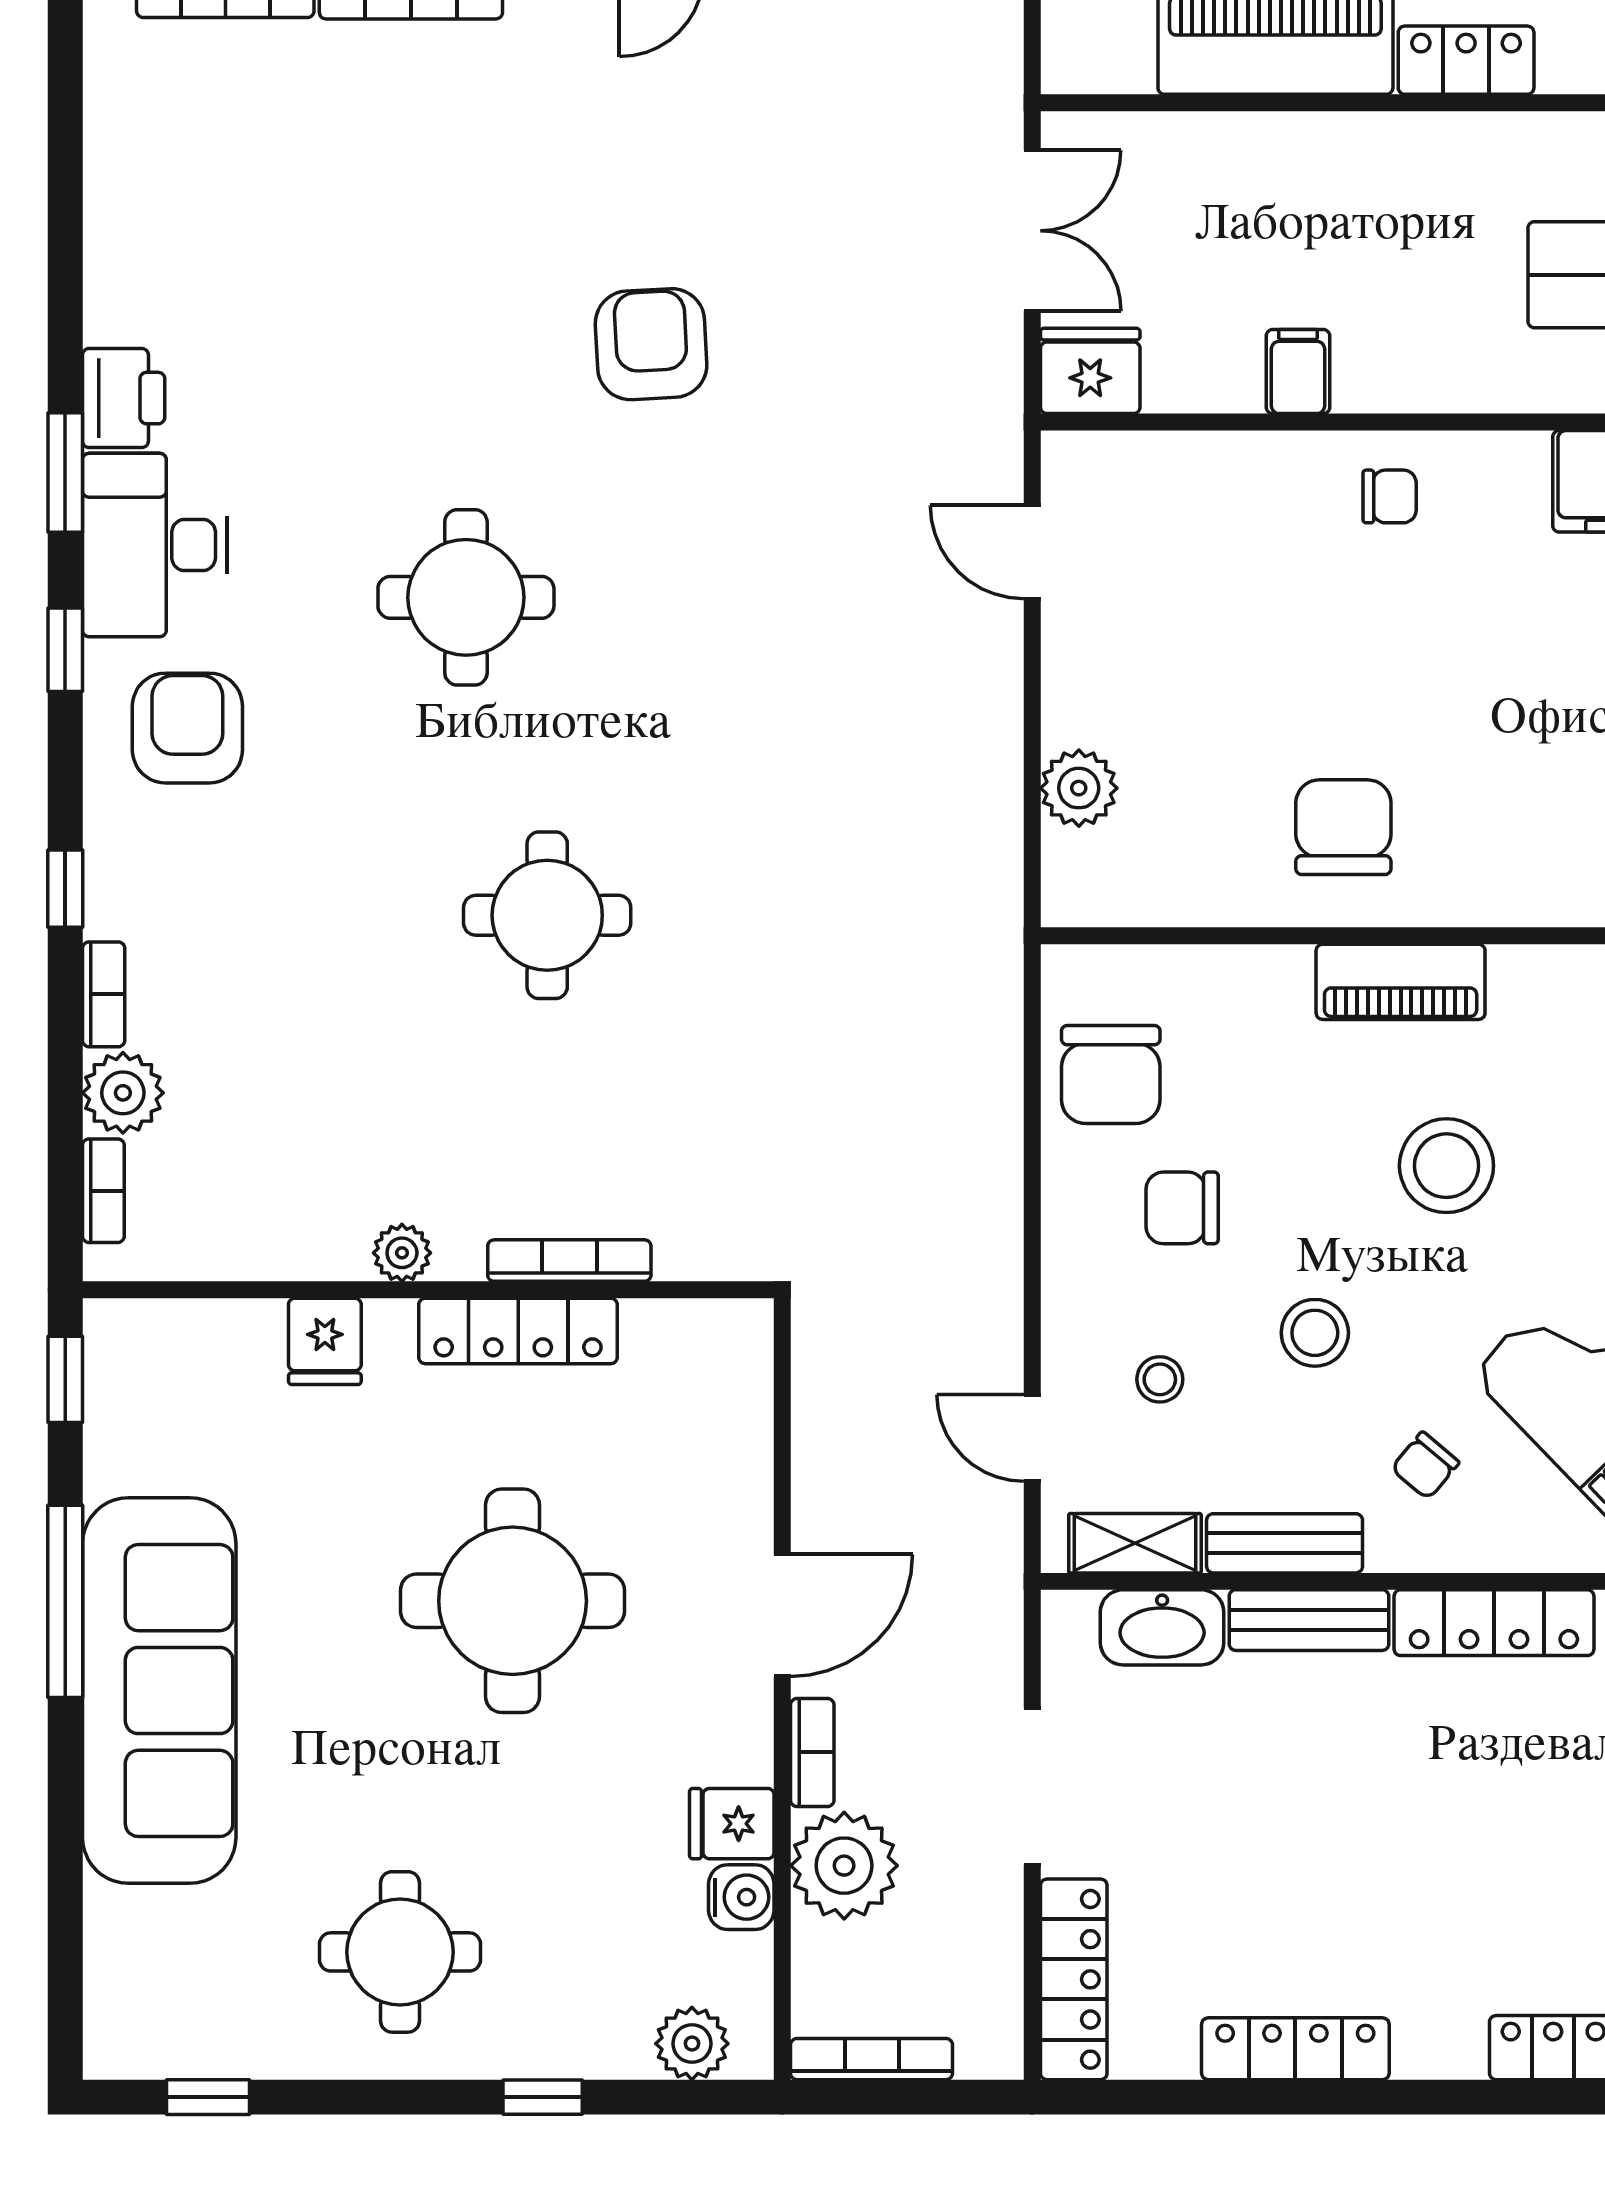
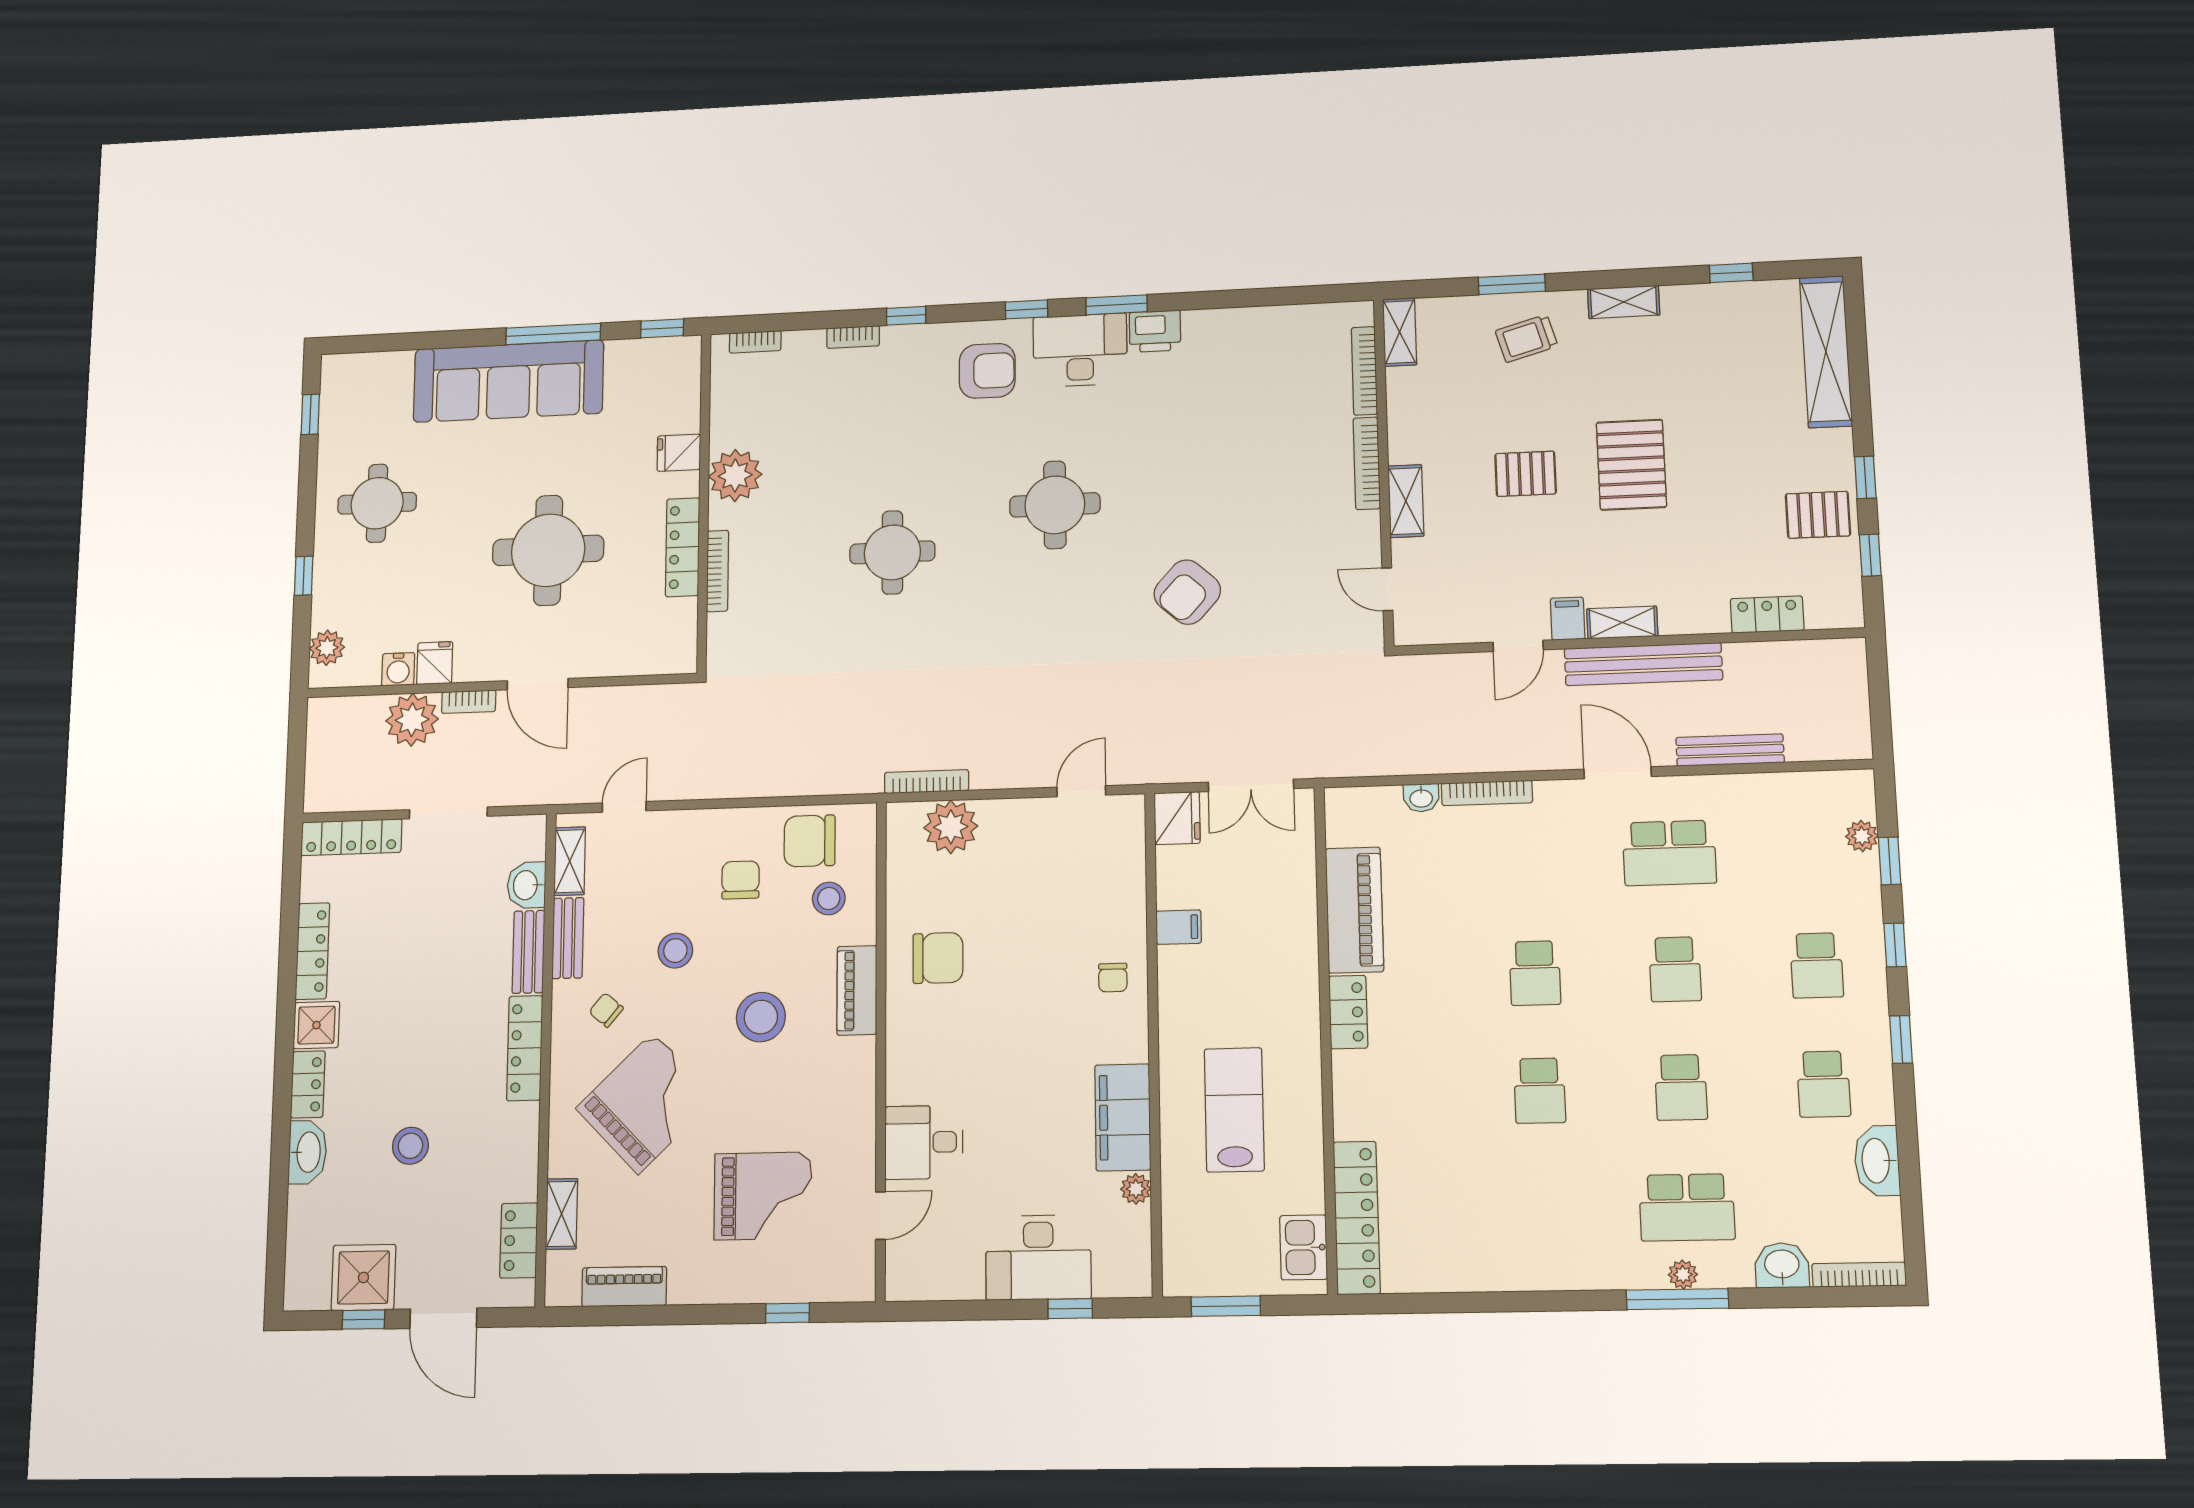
armchair: (651, 344) -> (1187, 592), turned 135
plant: (1079, 788) -> (951, 827), width x1.36, depth x1.36
plant: (123, 1093) -> (804, 349), removed
plant: (402, 1253) -> (735, 475), width x1.88, depth x1.88
stool: (1160, 1379) -> (829, 898), moved, width x1.37, depth x1.37
washbasin: (1162, 1627) -> (526, 885), width x0.72
shower: (1439, 2035) -> (316, 1025), added
bookcase: (872, 2059) -> (927, 782), moved, turned -90

